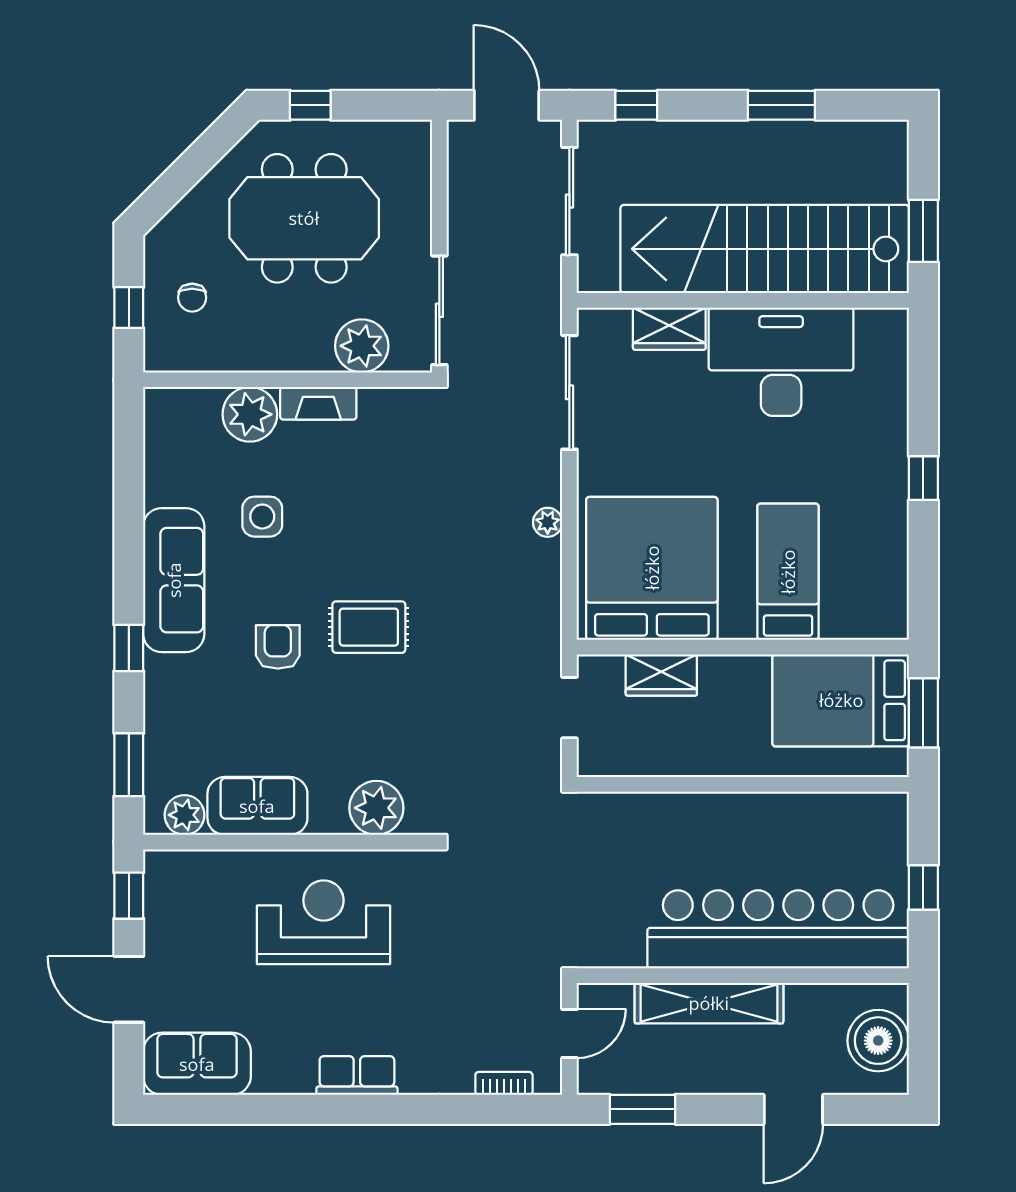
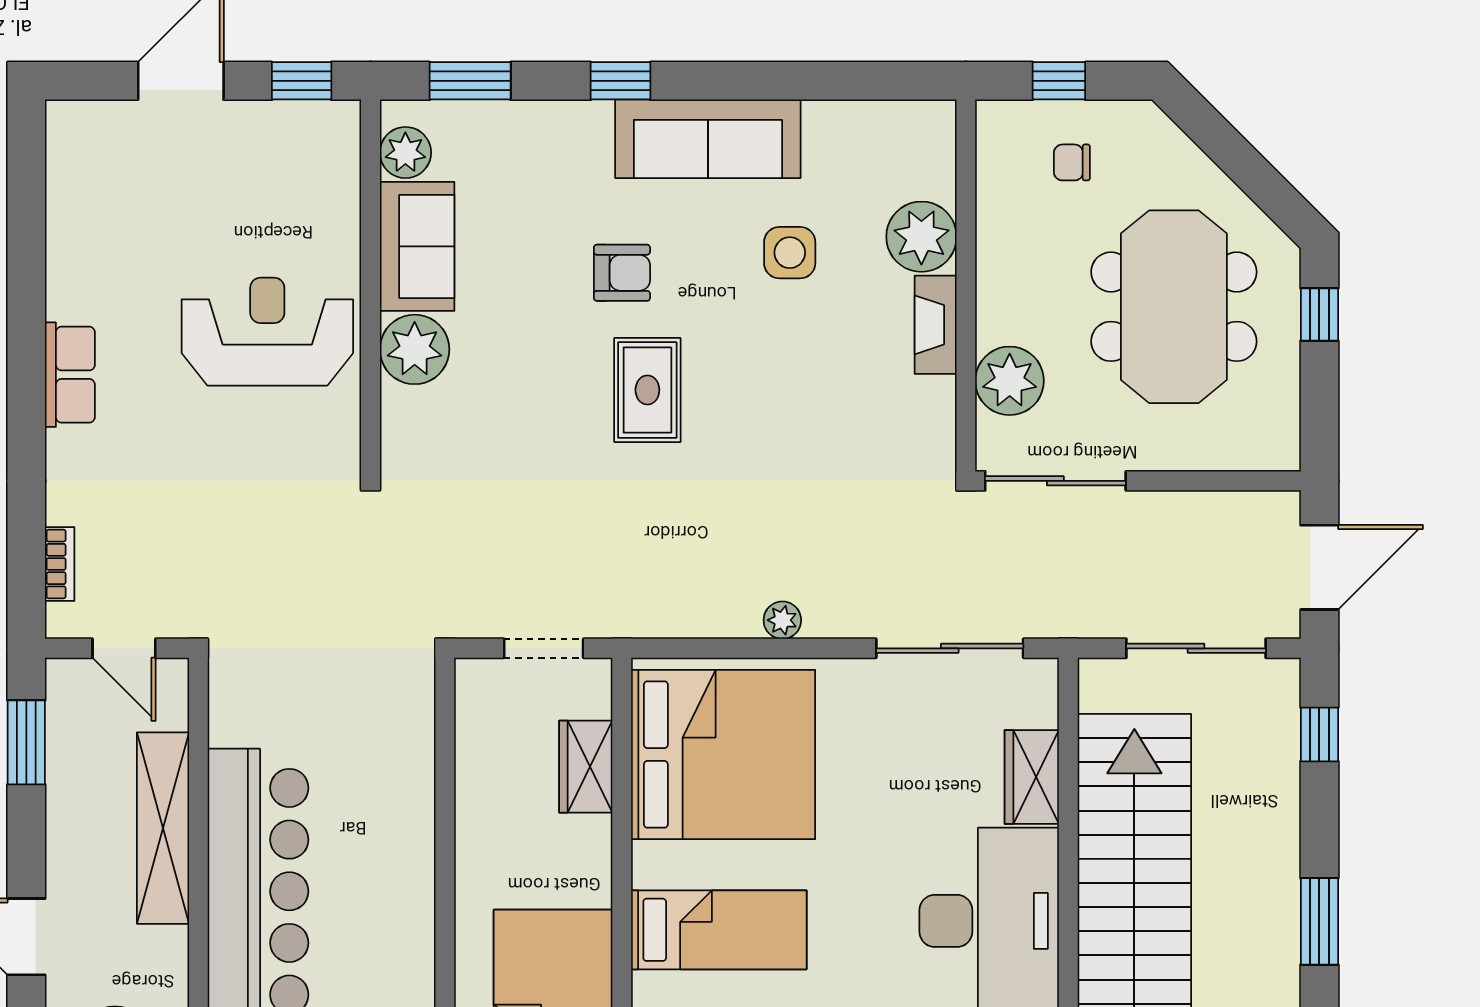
plant: (376, 808) -> (415, 349), moved
reception desk: (324, 922) -> (267, 332), turned -90
sofa: (197, 1064) -> (85, 169), removed

